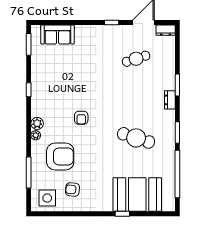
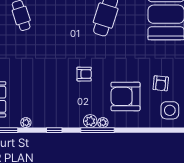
plant: (36, 63) -> (26, 123), added
armchair: (60, 157) -> (126, 96), turned -90
window: (29, 172) -> (97, 130), moved

